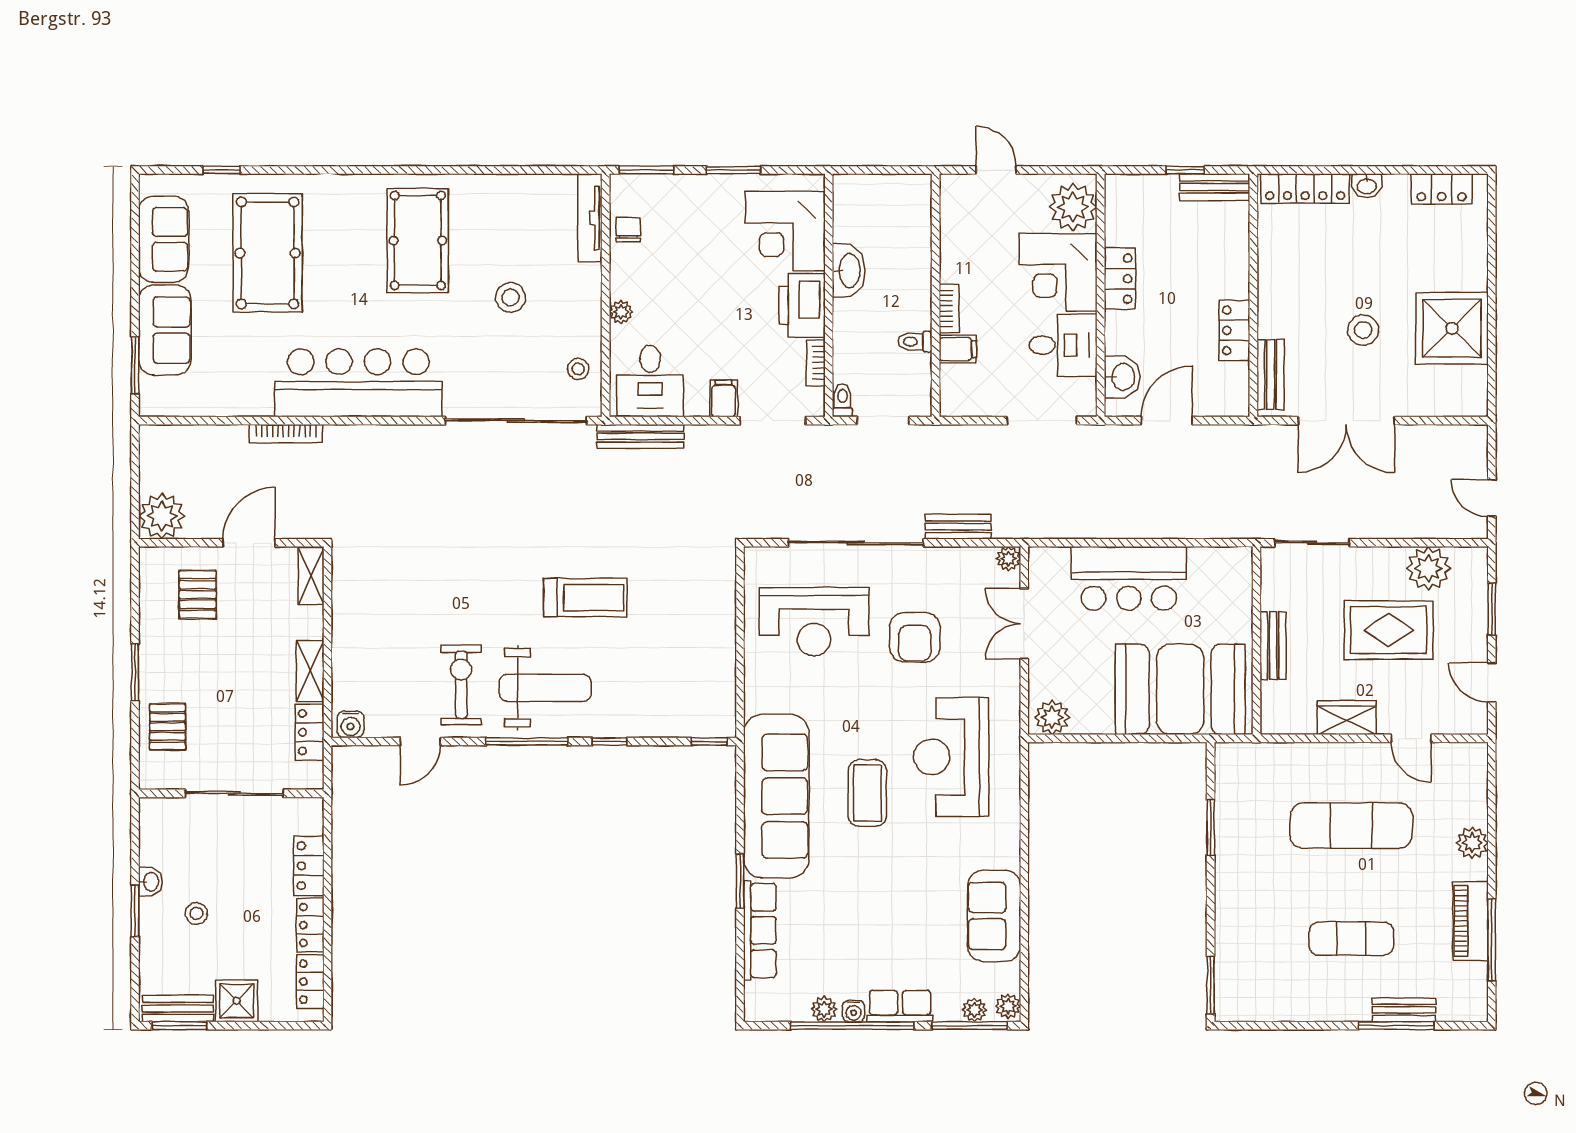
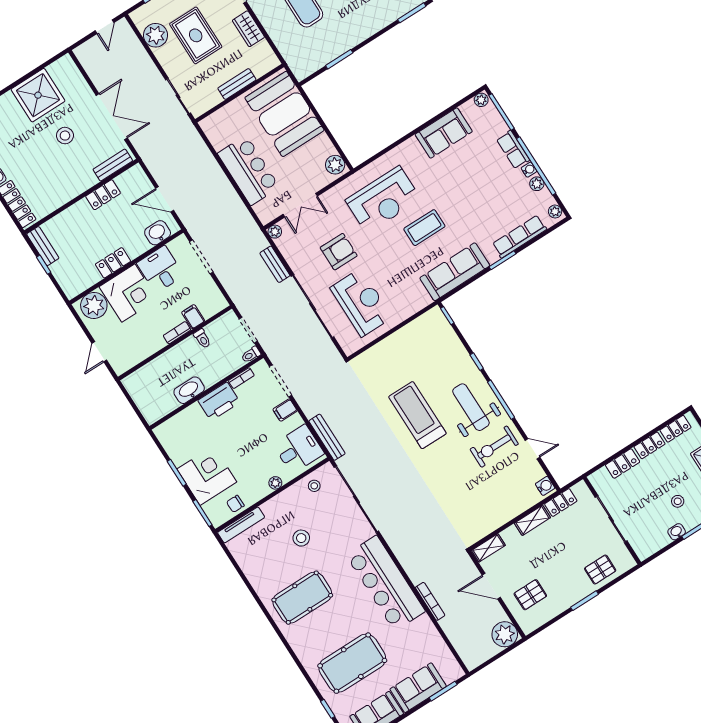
corner desk: (785, 231) -> (207, 476), moved, turned -90
treadmill: (585, 598) -> (417, 415), width x1.37, depth x1.38
sofa: (776, 796) -> (455, 272), width x0.74, depth x0.79
plant: (974, 1010) -> (555, 212), moved

